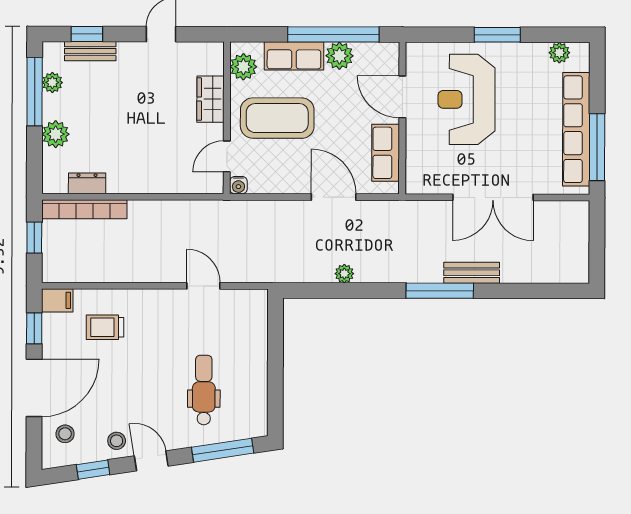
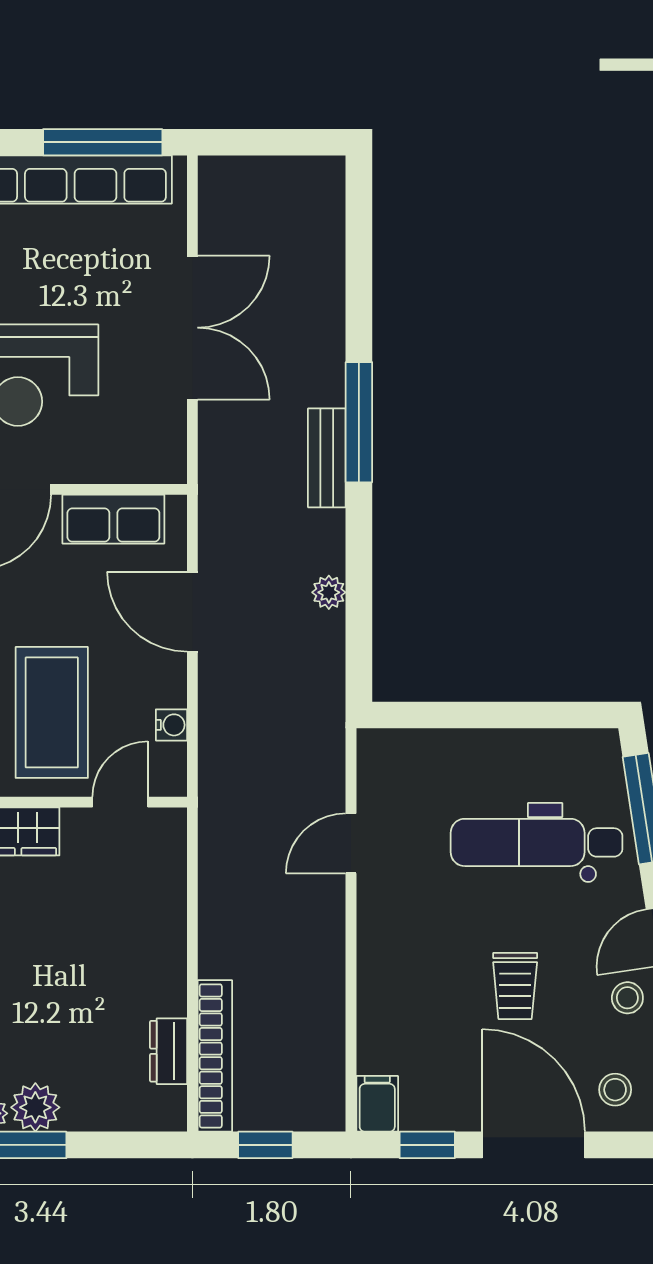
plant: (56, 134) -> (35, 1107), moved
door: (227, 156) -> (120, 802), swing flipped
water cooler: (238, 185) -> (171, 725), moved
door: (334, 197) -> (192, 612), hinge flipped
bench: (472, 273) -> (327, 458), moved
trolley: (105, 327) -> (515, 986), moved
dental chair: (204, 390) -> (537, 842), width x1.36, depth x1.38

